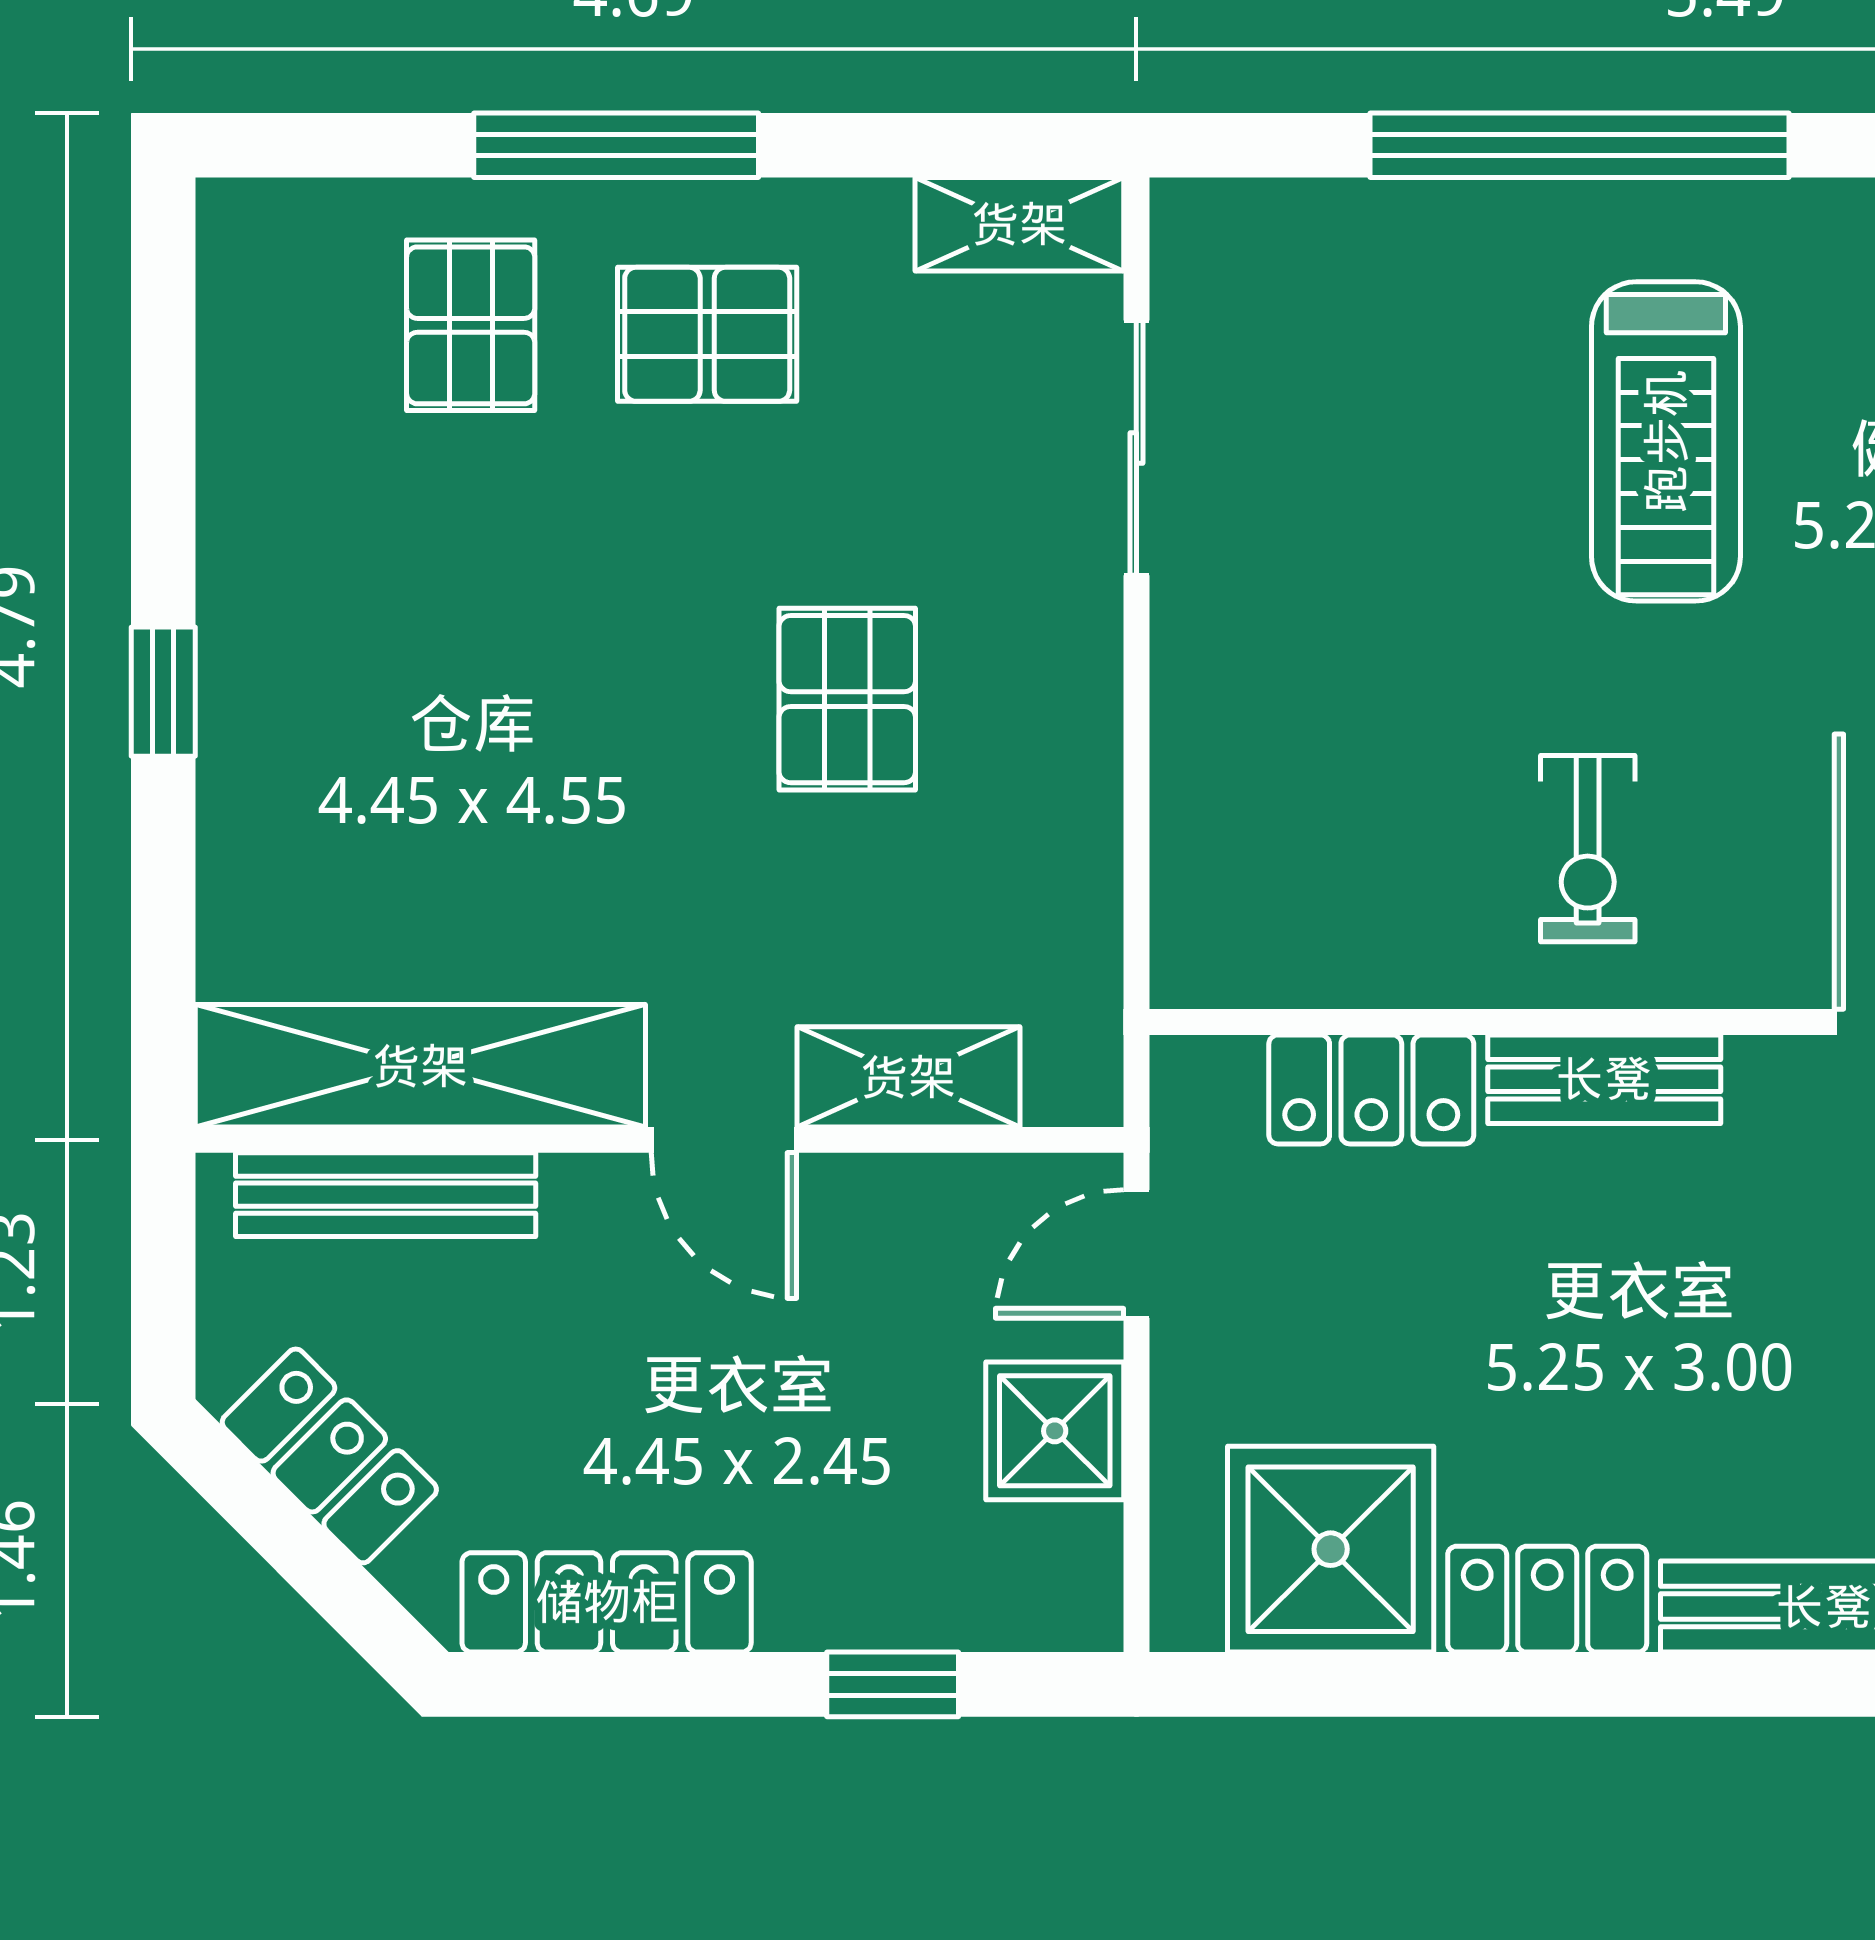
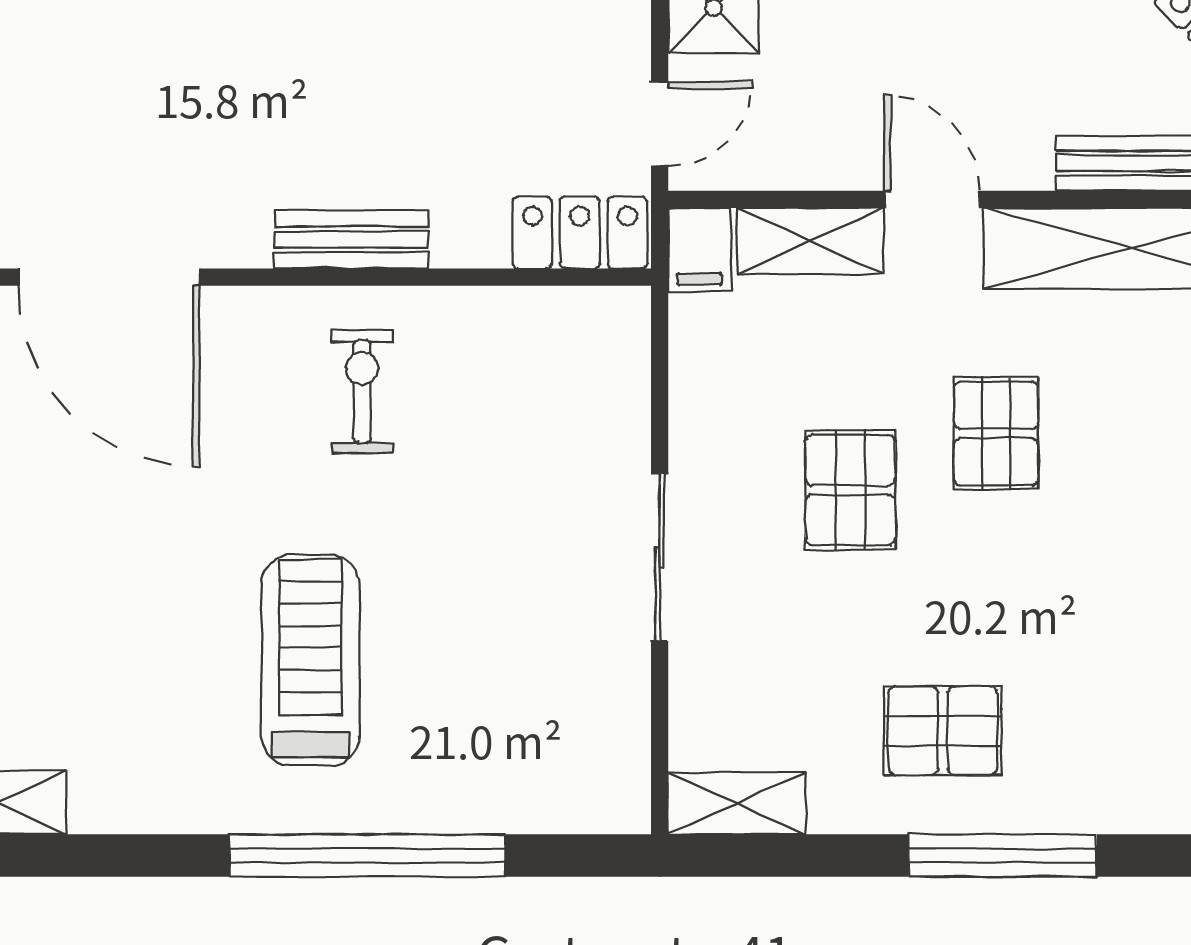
pallet: (471, 325) -> (996, 433), moved
sliding door: (1136, 448) -> (660, 557), moved
filing cabinet: (1076, 1064) -> (700, 250), added
locker: (1371, 1089) -> (580, 233), moved

